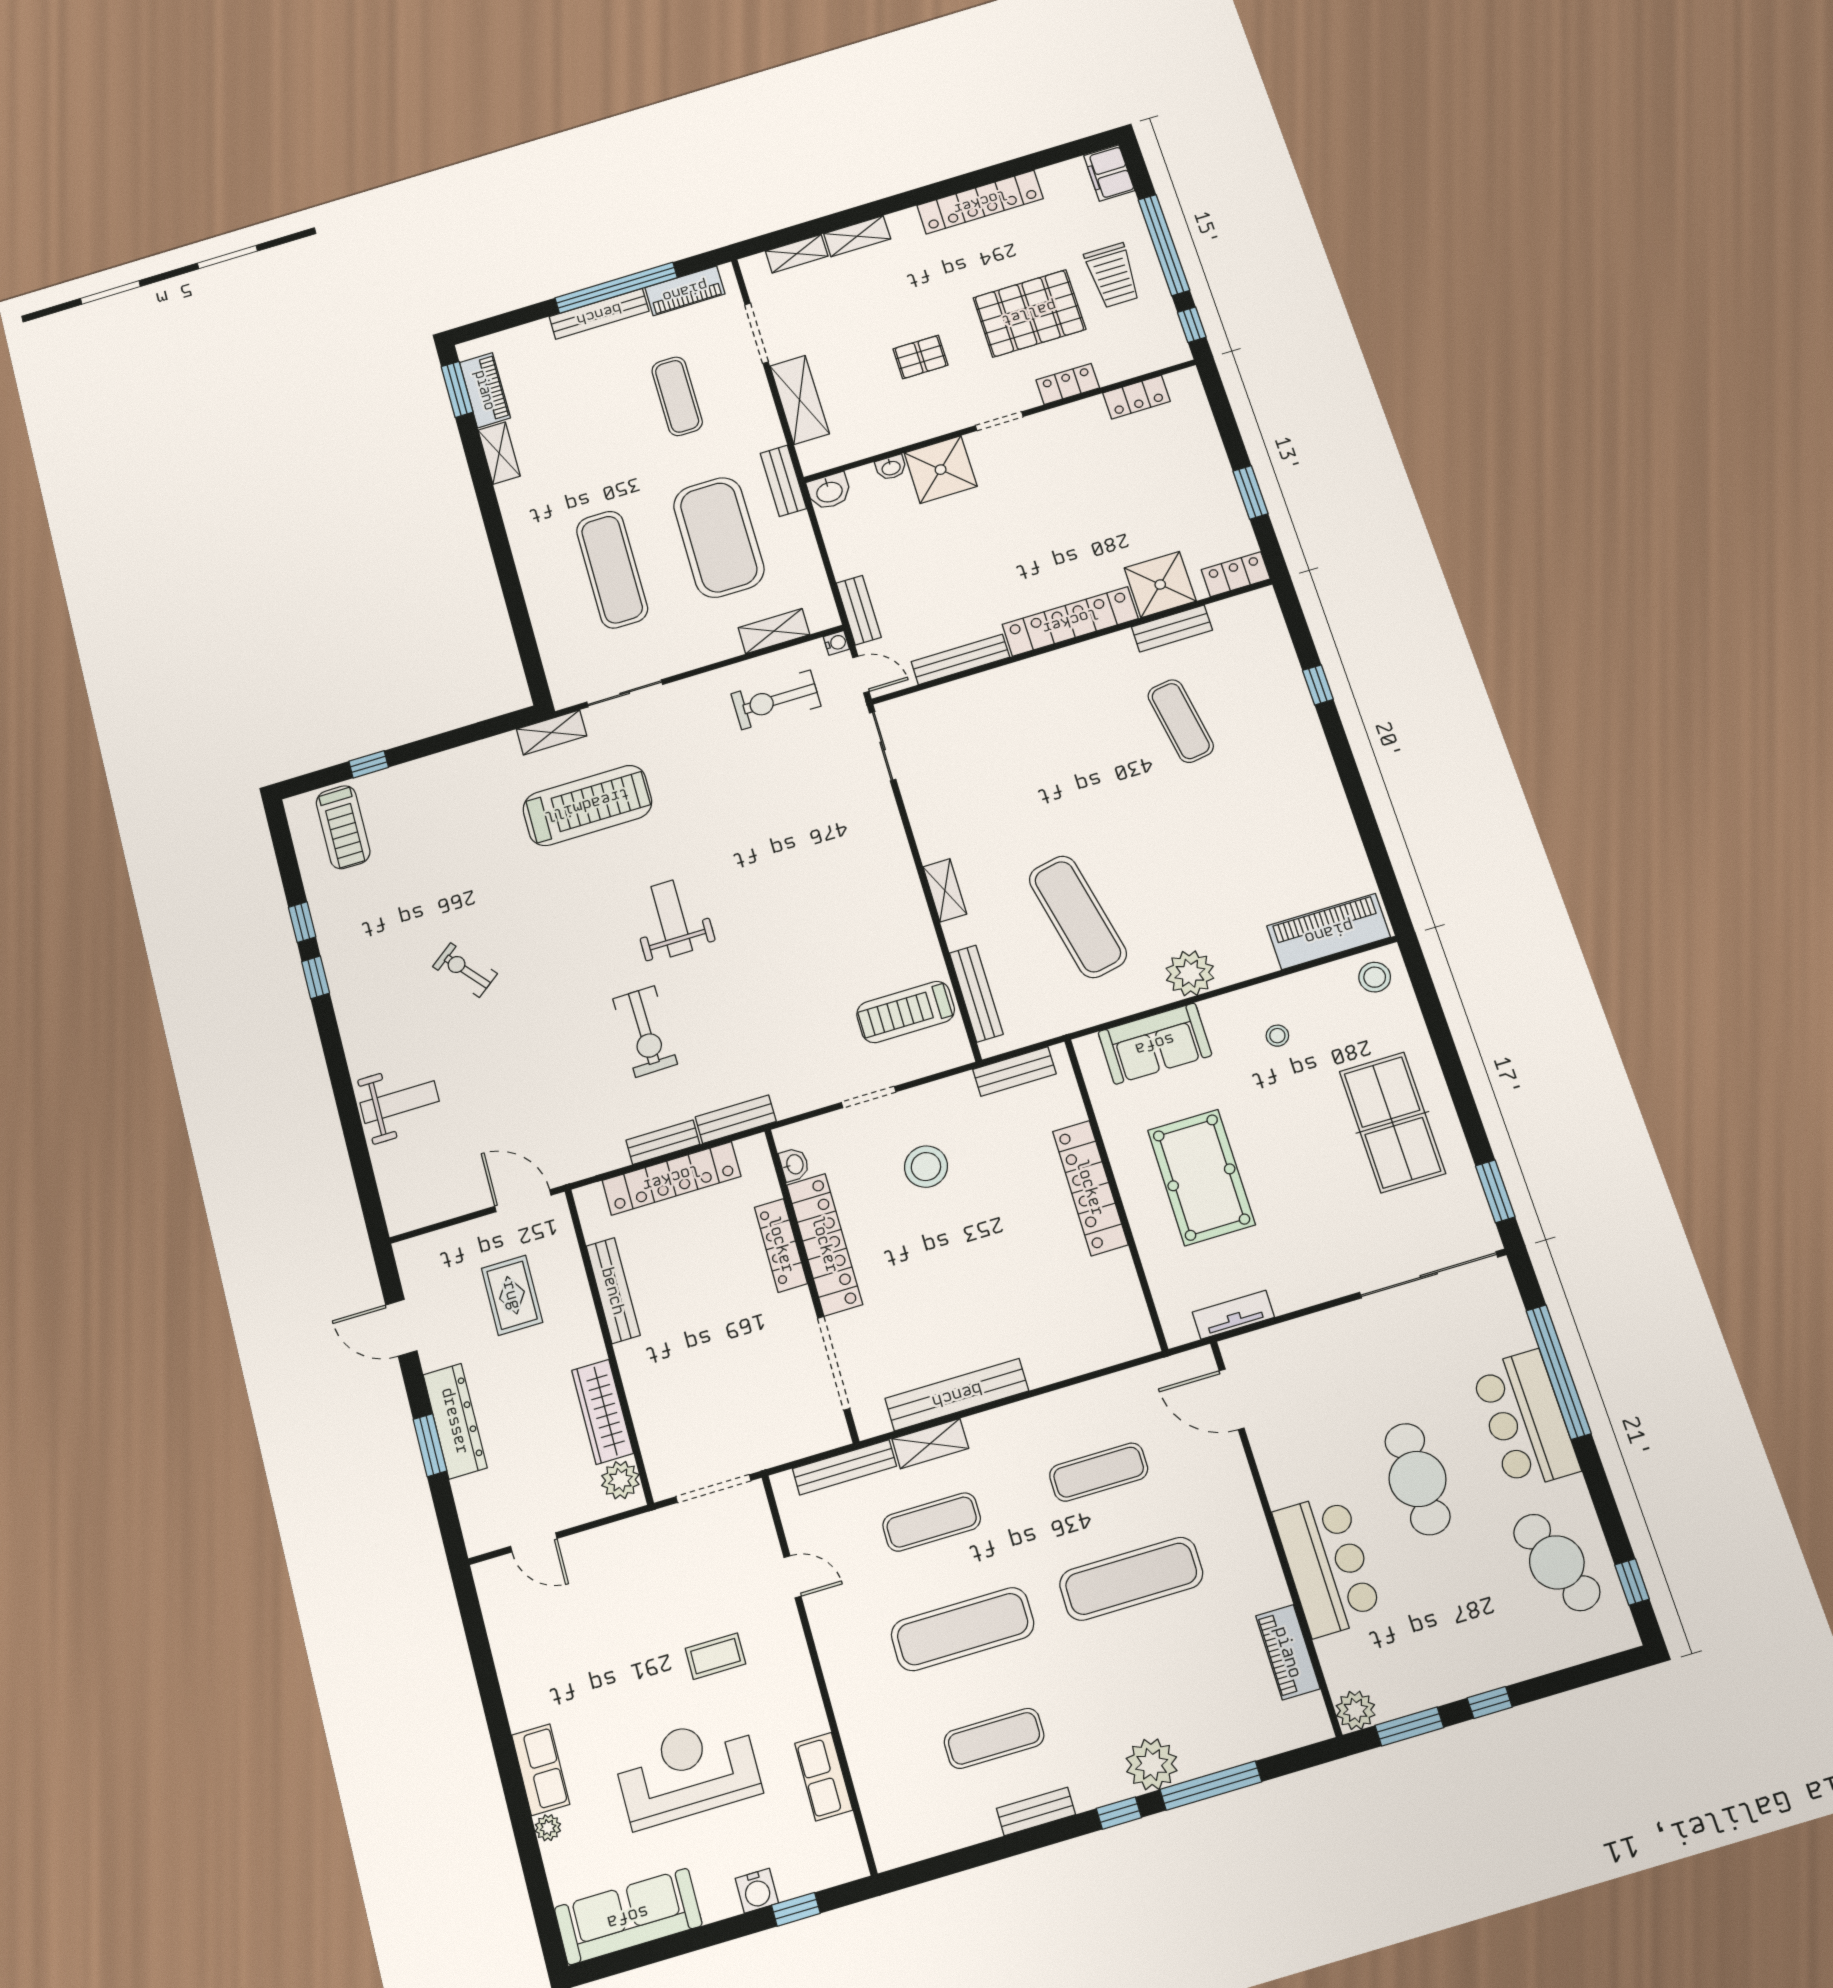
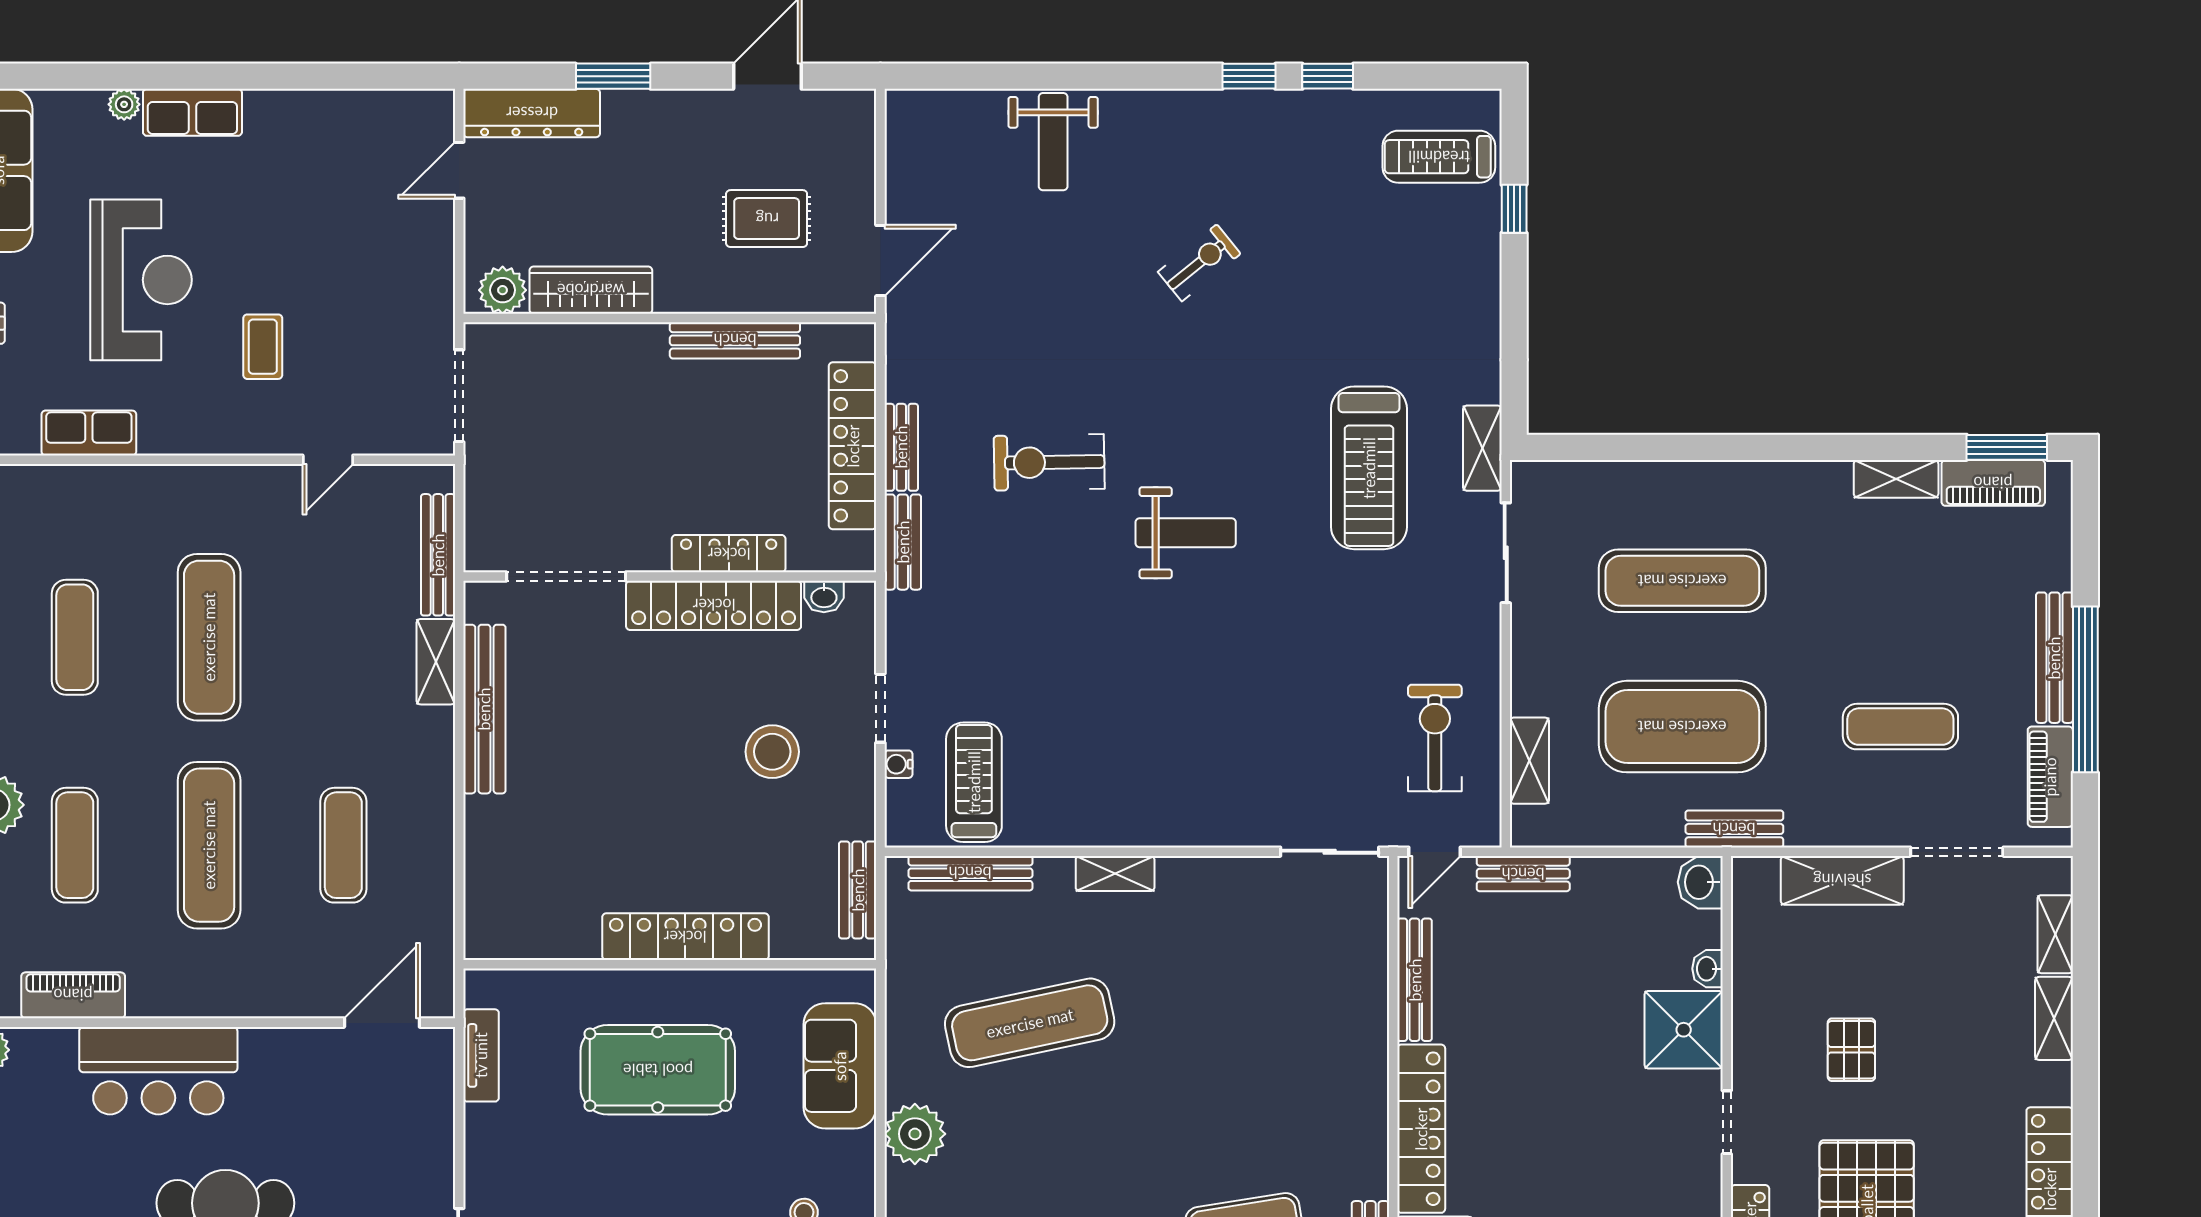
water cooler: (836, 643) -> (898, 764), moved, turned 90
dresser: (455, 1421) -> (532, 113), moved
exercise mat: (932, 1522) -> (75, 845), moved

